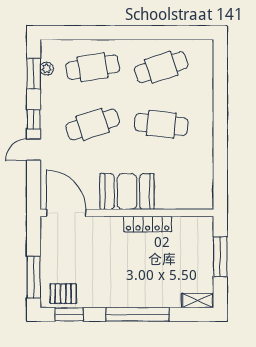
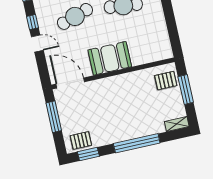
door: (34, 150) -> (37, 44), swing flipped
locker: (148, 224) -> (129, 78), removed
pallet: (196, 238) -> (166, 81), added
window: (34, 277) -> (54, 117), moved

